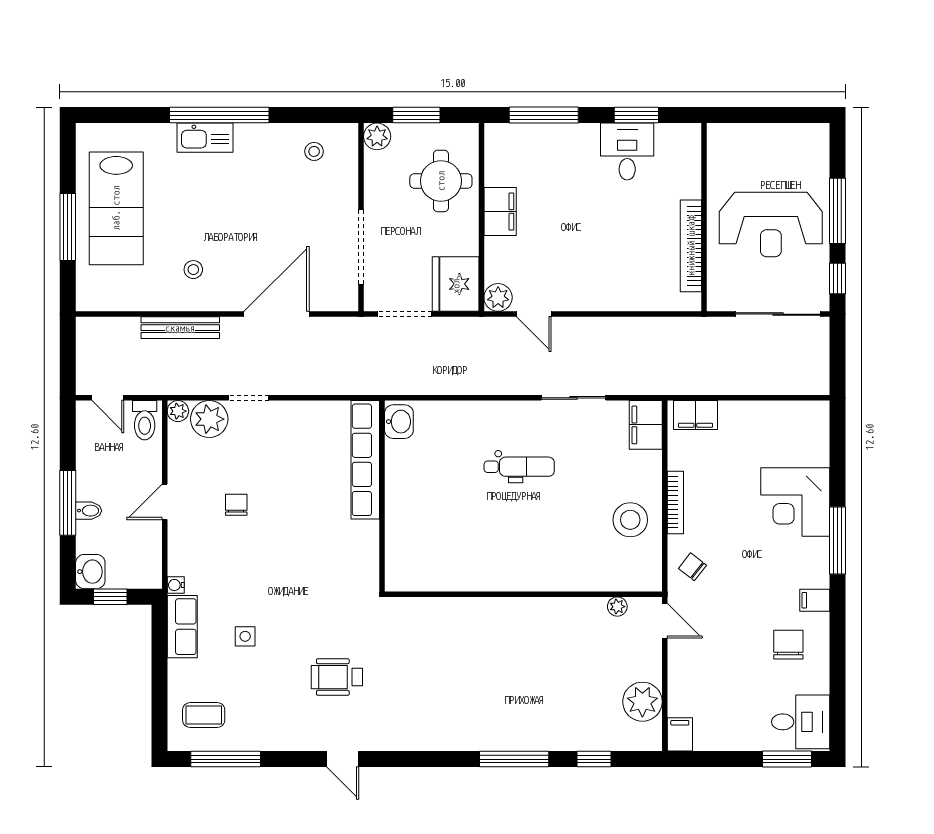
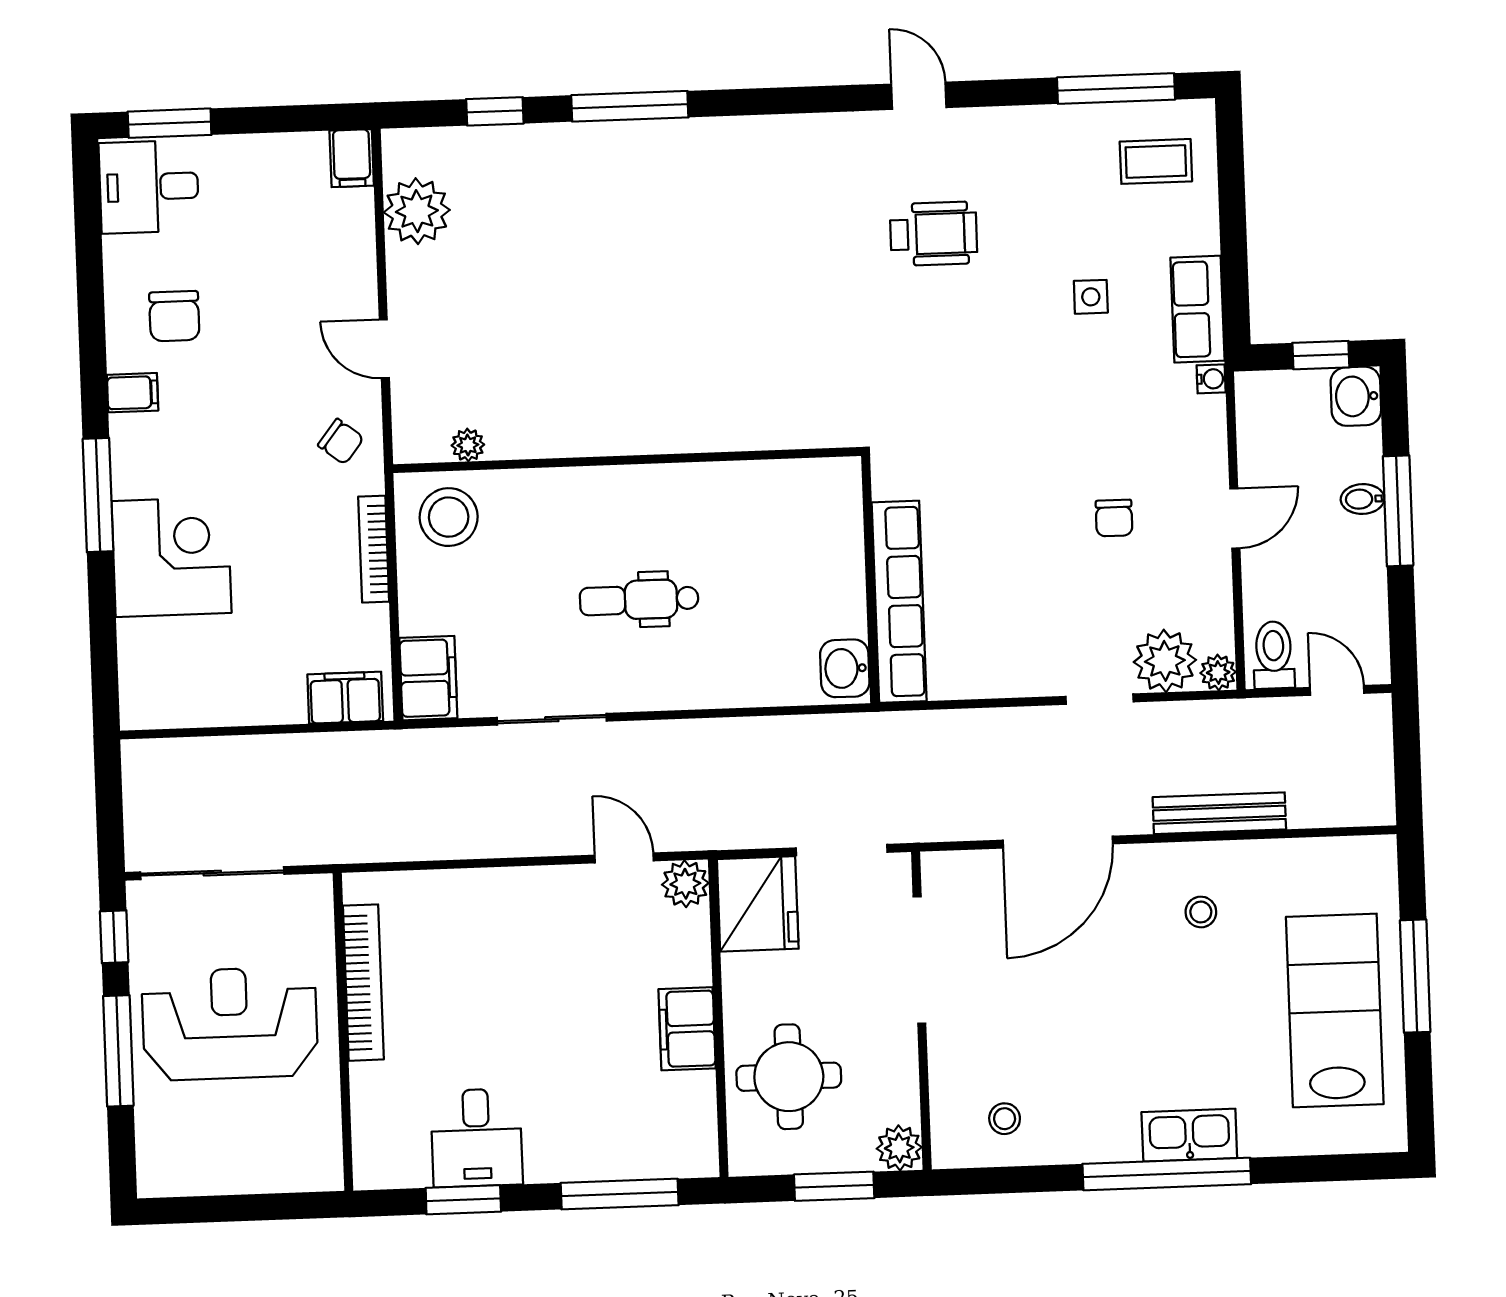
wall: (523, 594) -> (627, 460), moved
plant: (617, 607) -> (468, 445), moved

